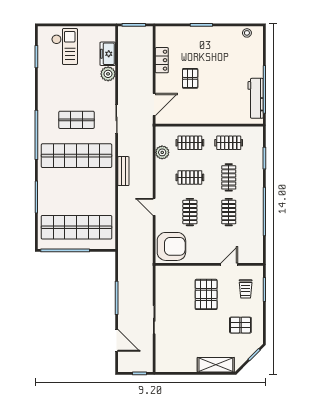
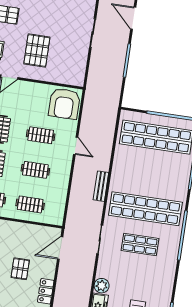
plant: (162, 152) -> (59, 199), removed
clothes rail: (190, 212) -> (41, 135), turned 90
armchair: (171, 246) -> (64, 104), turned -90

